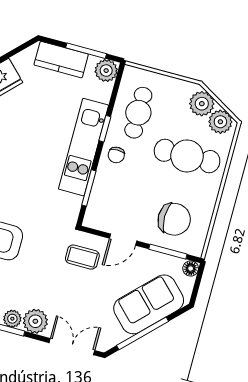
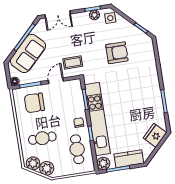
kitchen unit: (83, 147) -> (97, 119), width x1.36
cafe table: (187, 156) -> (42, 138), width x0.73, depth x0.74
plant: (35, 321) -> (82, 19), removed

